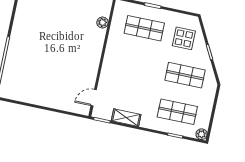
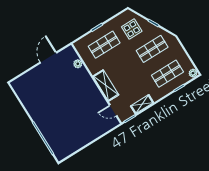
shelving: (109, 68) -> (106, 85), added
door: (94, 98) -> (113, 110), hinge flipped

